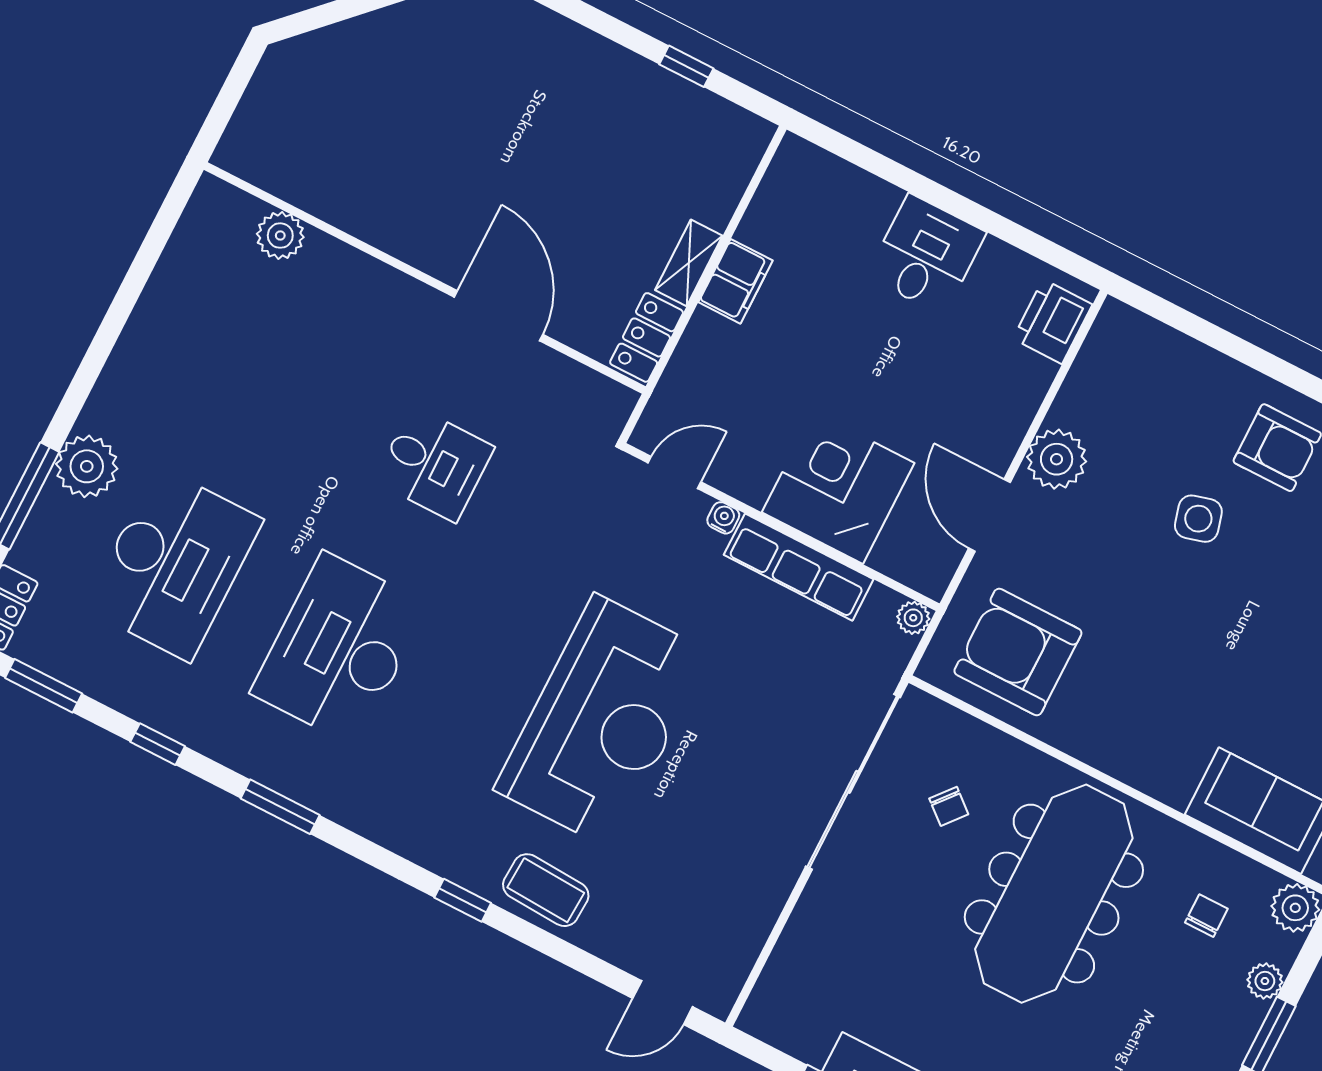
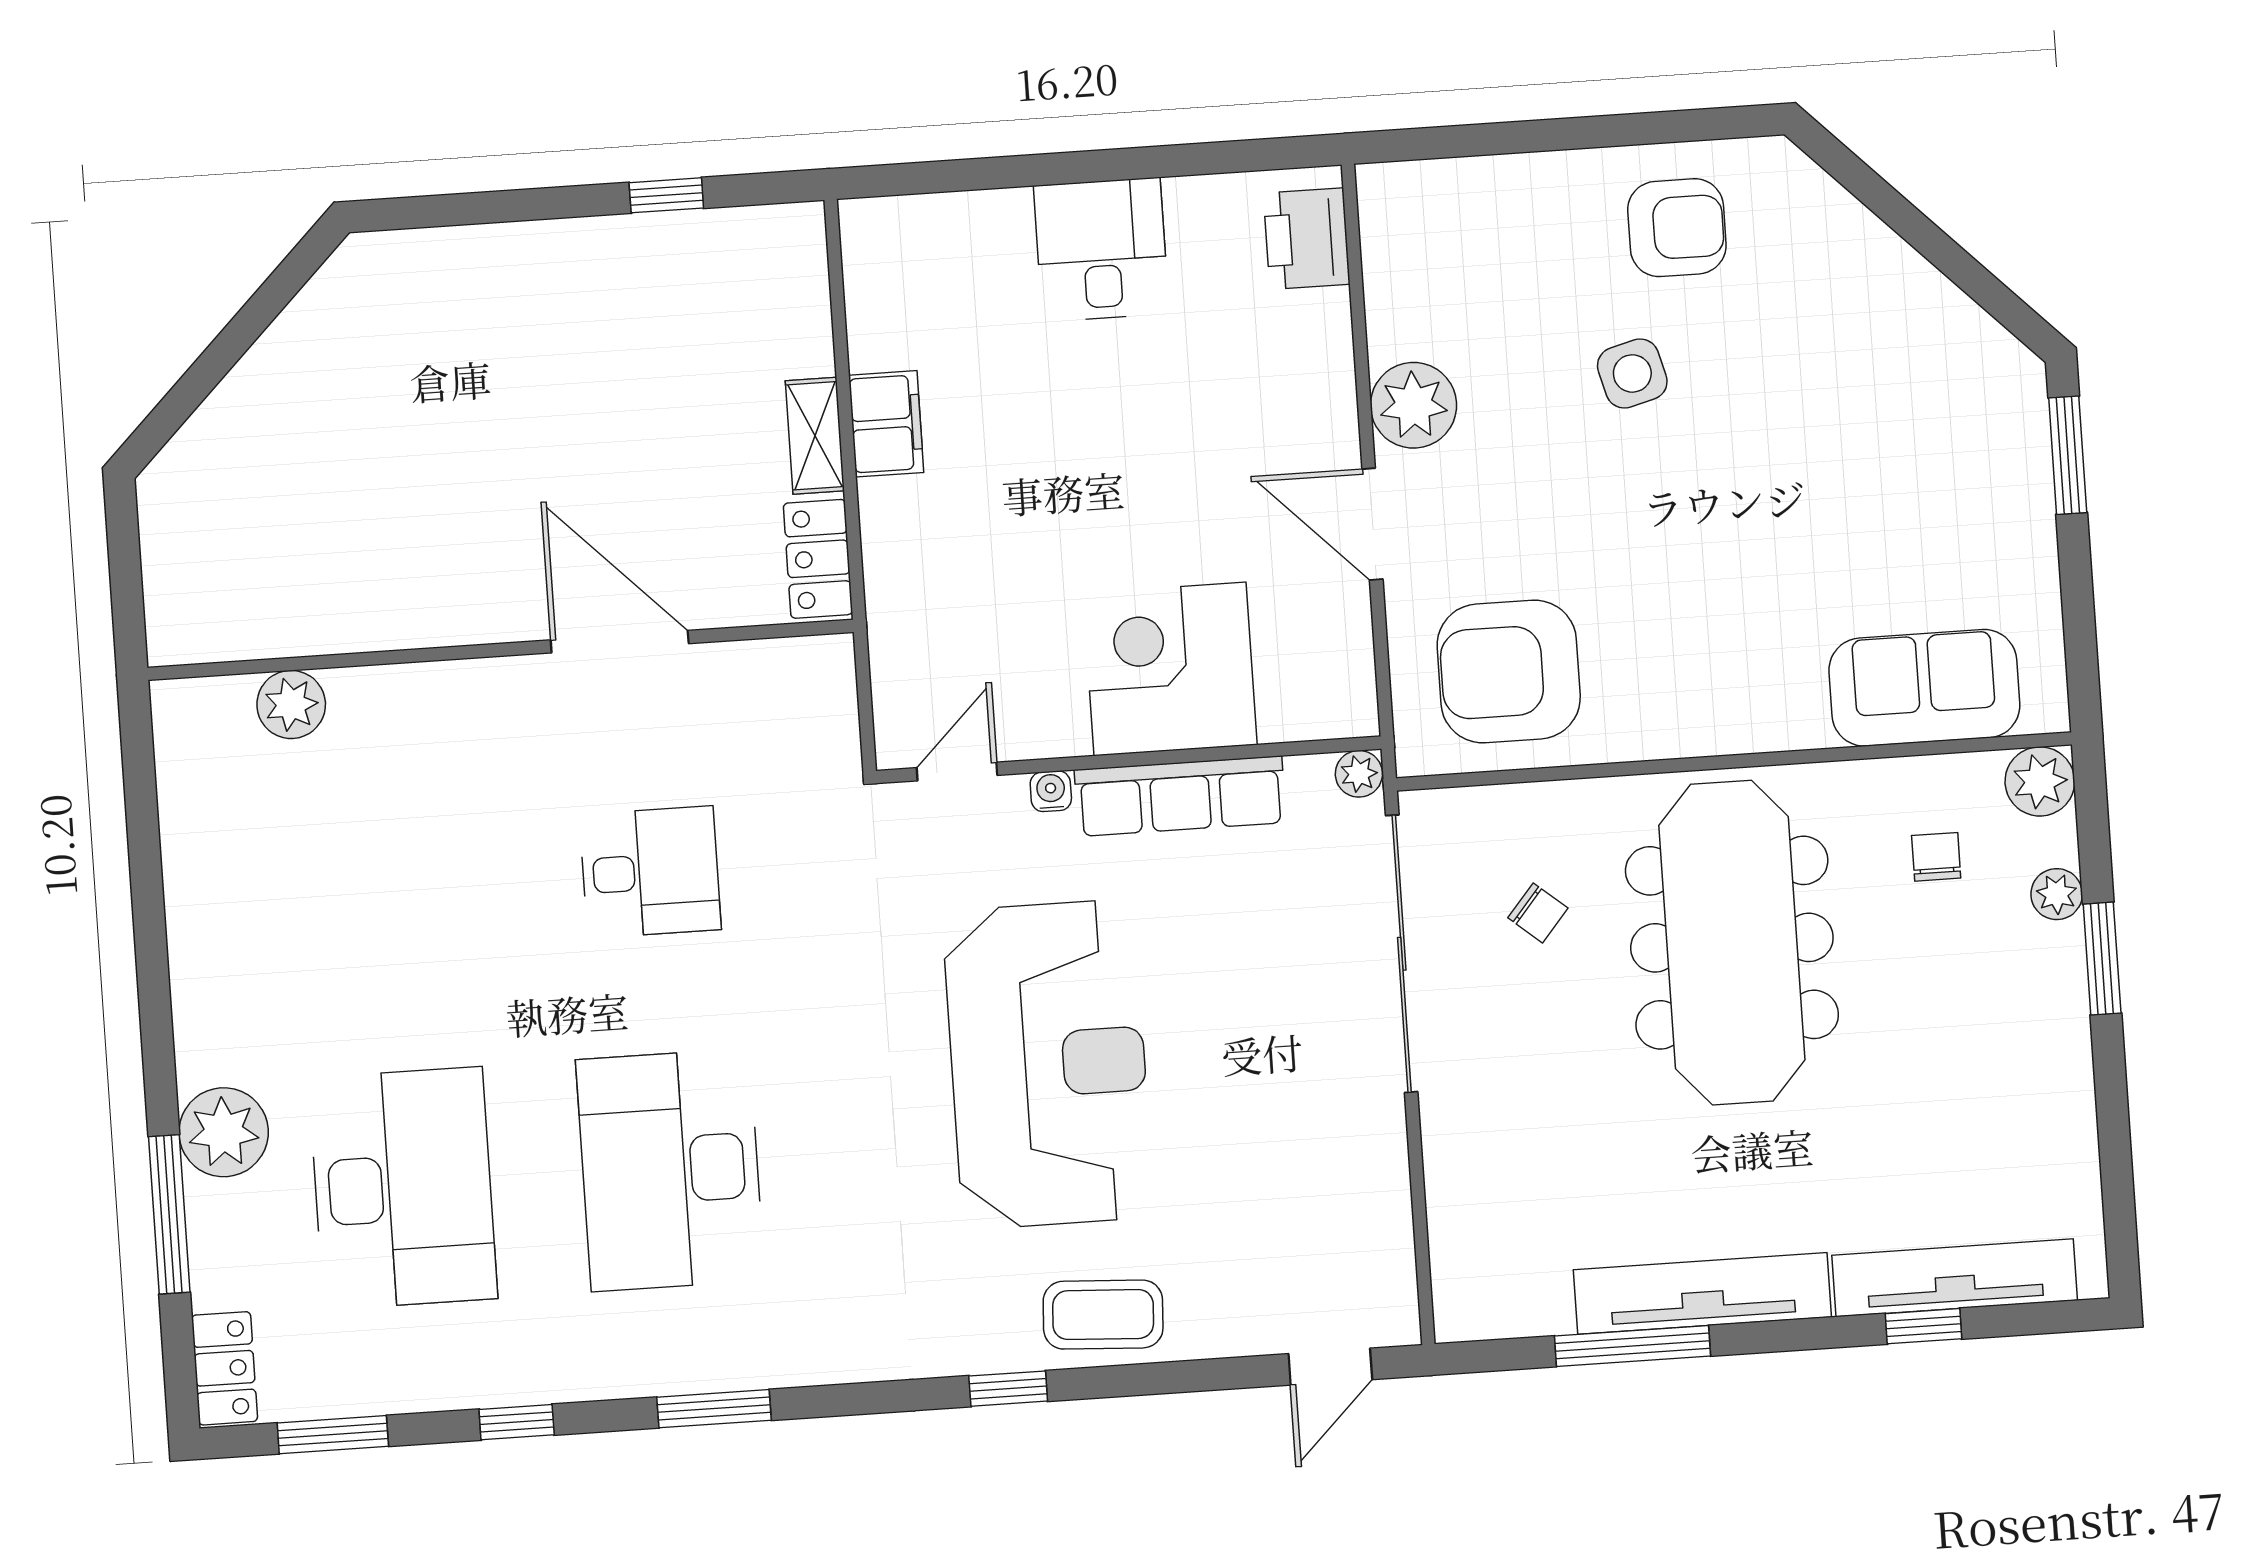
door: (674, 472) -> (957, 772), moved
corner desk: (838, 488) -> (1170, 669), moved
water cooler: (723, 518) -> (1051, 791), moved
wall: (781, 527) -> (1129, 760), moved
row of seats: (799, 567) -> (1180, 796), moved
plant: (913, 618) -> (1359, 774), moved

